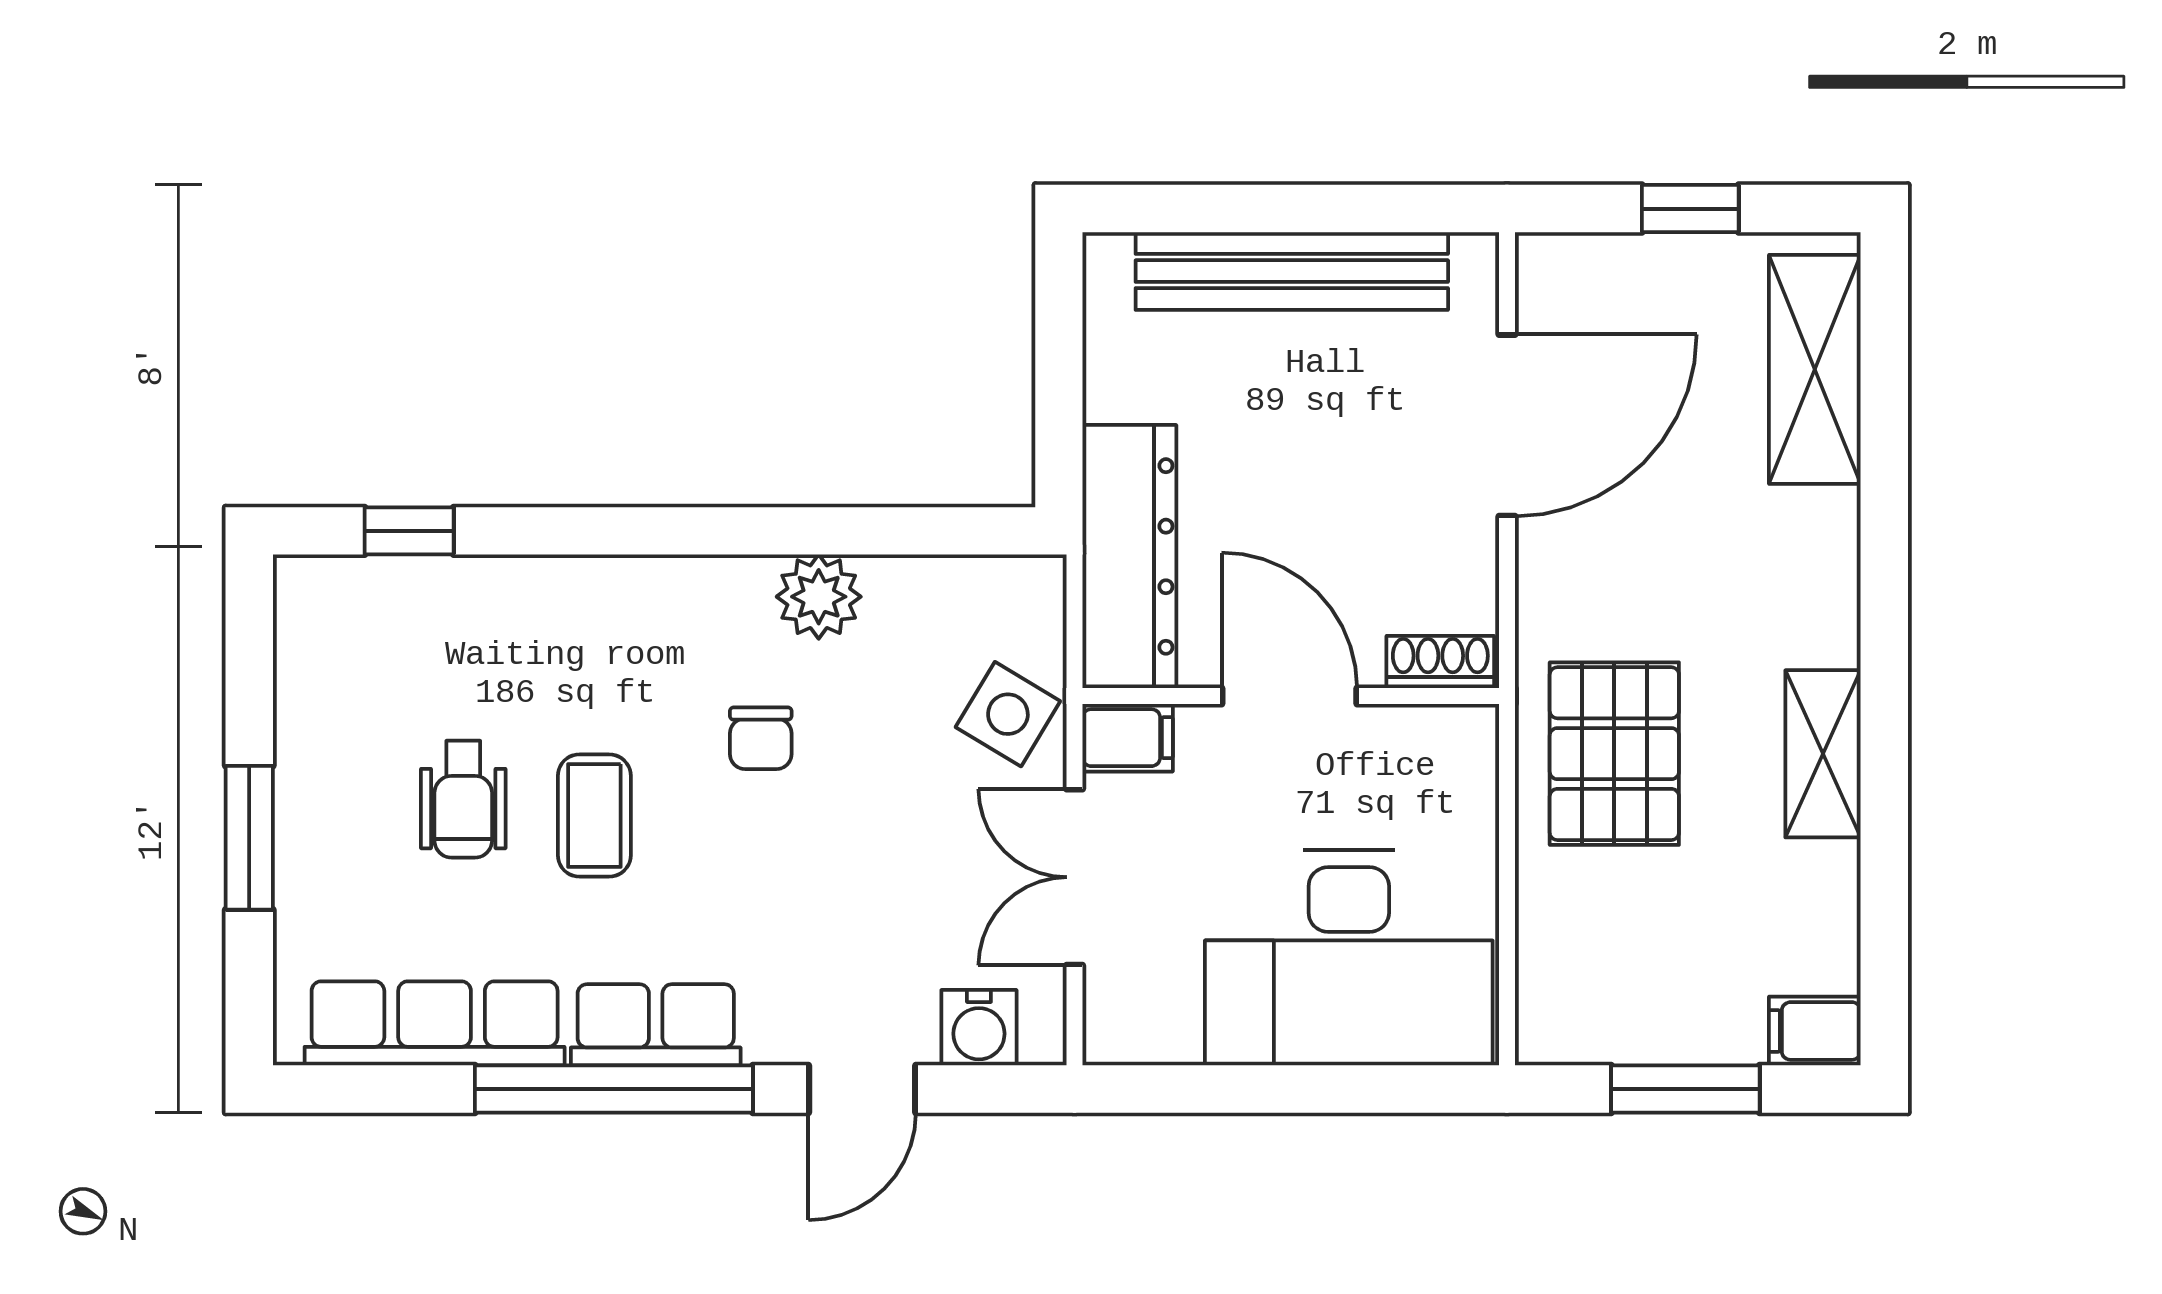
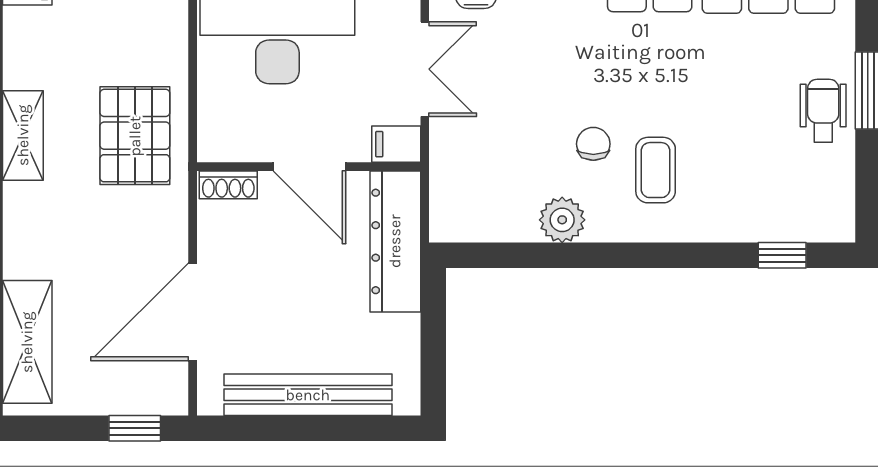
window: (1690, 209) -> (135, 428), moved
side table: (1008, 714) -> (461, 157), removed
wheelchair: (463, 799) -> (823, 111), moved
coffee table: (594, 816) -> (656, 170), moved

